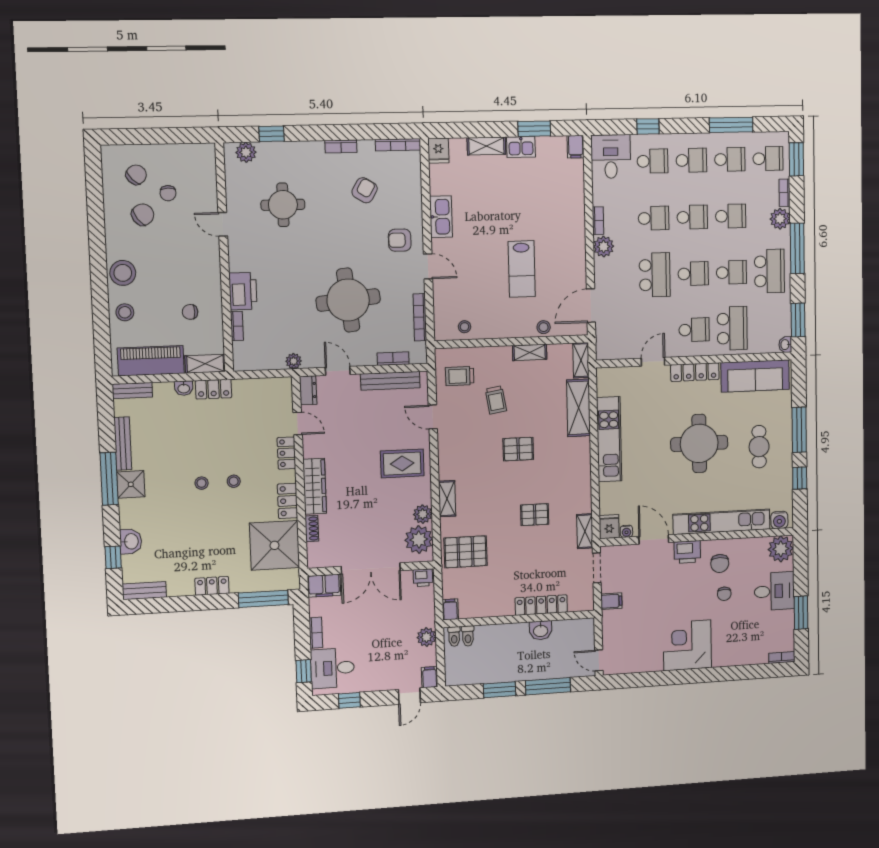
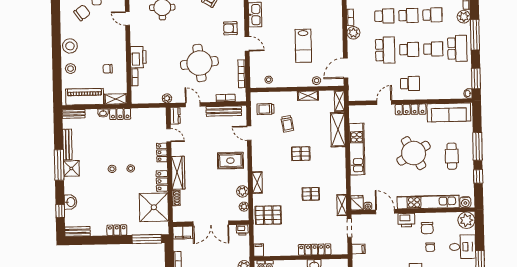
school desk: (732, 328) -> (434, 83), removed
round table: (699, 443) -> (414, 153), turned -30
plant: (419, 539) -> (244, 207), width x0.53, depth x0.53

